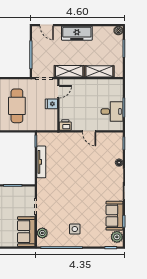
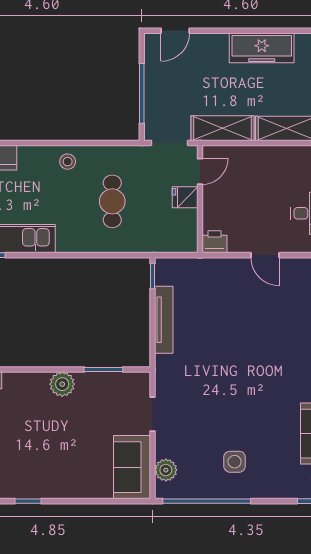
door: (47, 25) -> (175, 31), hinge flipped
freezer: (77, 33) -> (262, 48), moved
cafe table: (17, 106) -> (112, 201), width x0.73, depth x0.74

